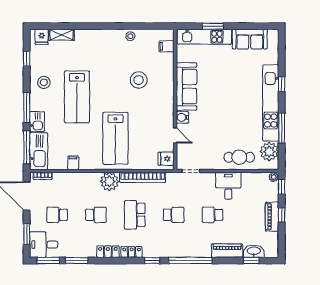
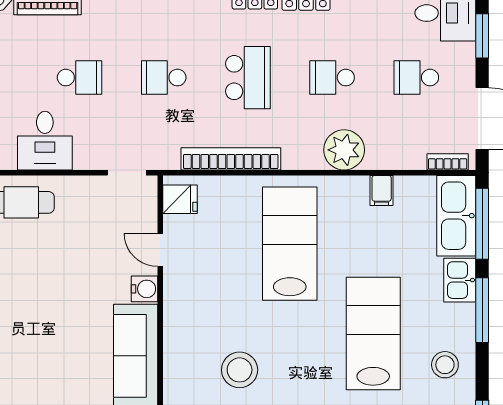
plant: (109, 181) -> (344, 150), moved
school desk: (57, 215) -> (416, 78), turned 180

